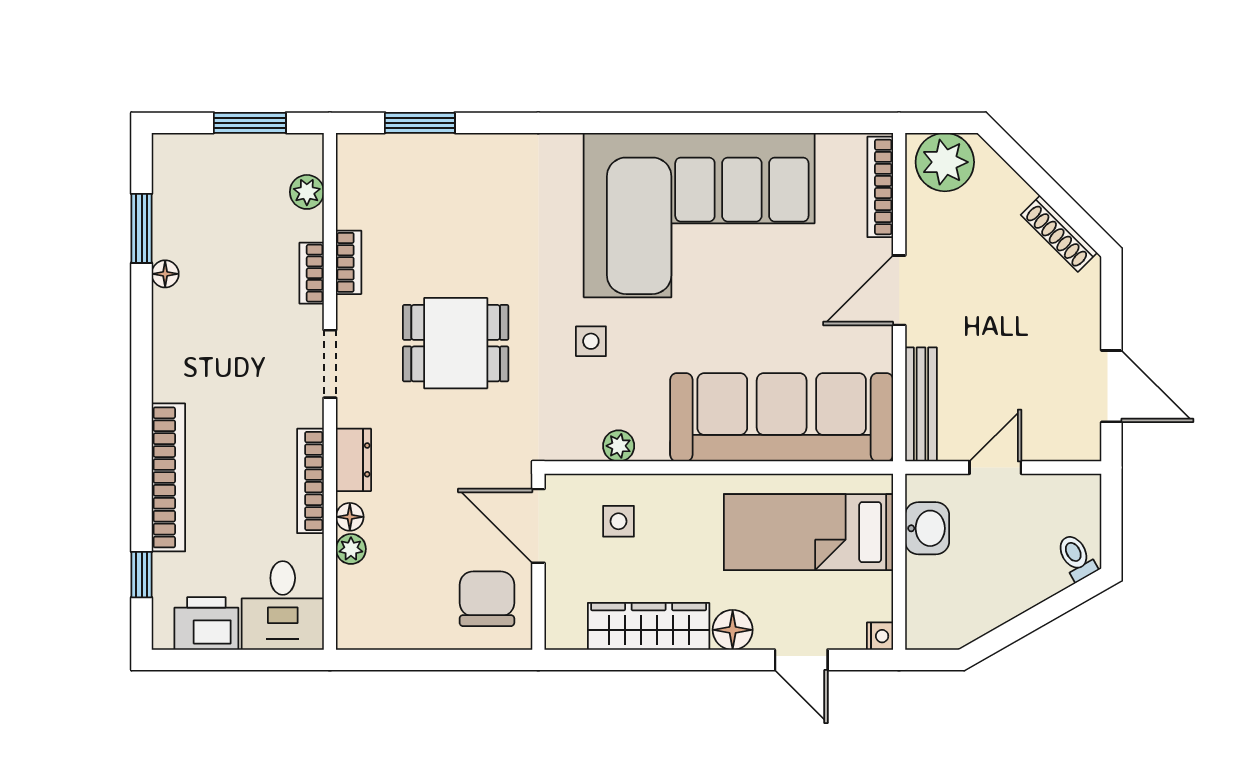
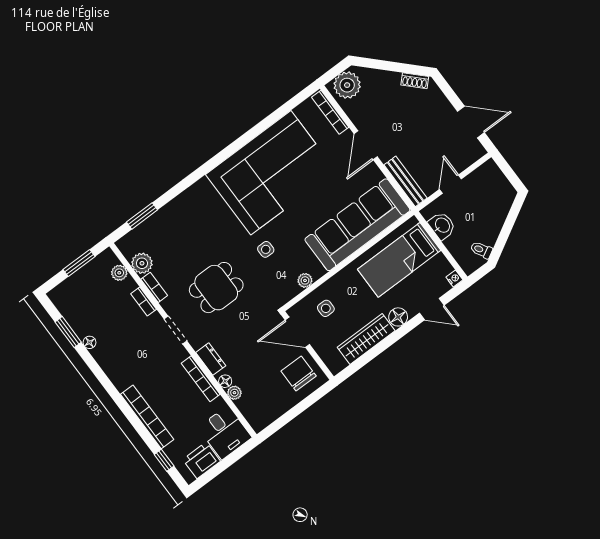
plant: (358, 205) -> (142, 263), added
shoe rack: (1059, 234) -> (415, 81), width x0.70
toilet: (1076, 557) -> (481, 250), moved

